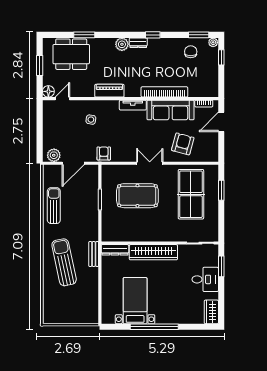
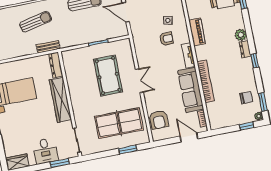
armchair: (183, 144) -> (159, 120), moved, turned 75
armchair: (104, 153) -> (166, 39), moved
sun lounger: (64, 262) -> (36, 22), width x0.73, depth x0.75

